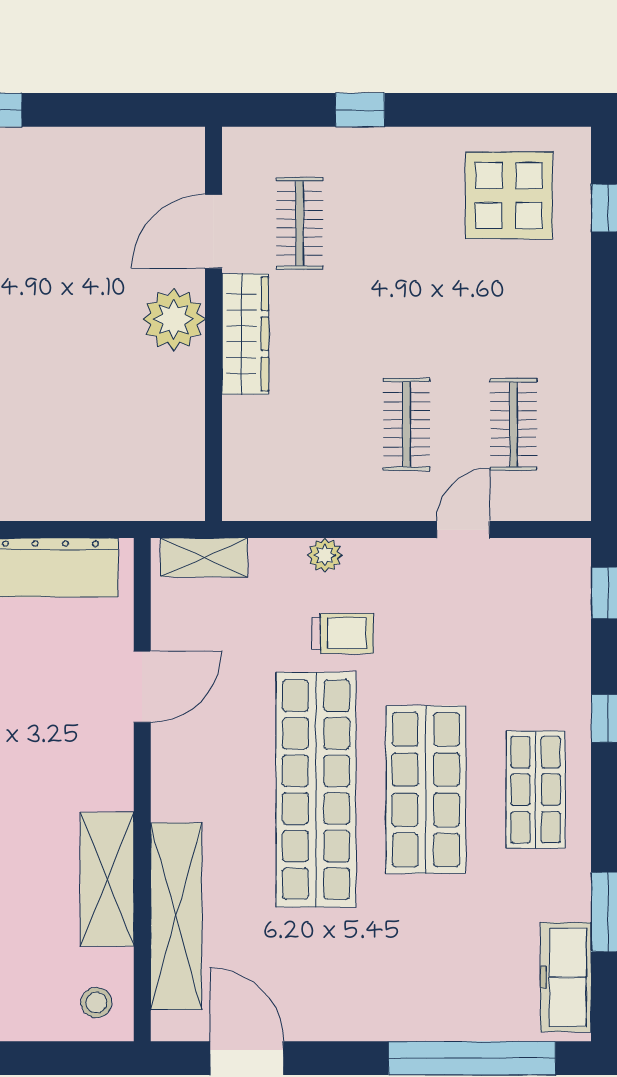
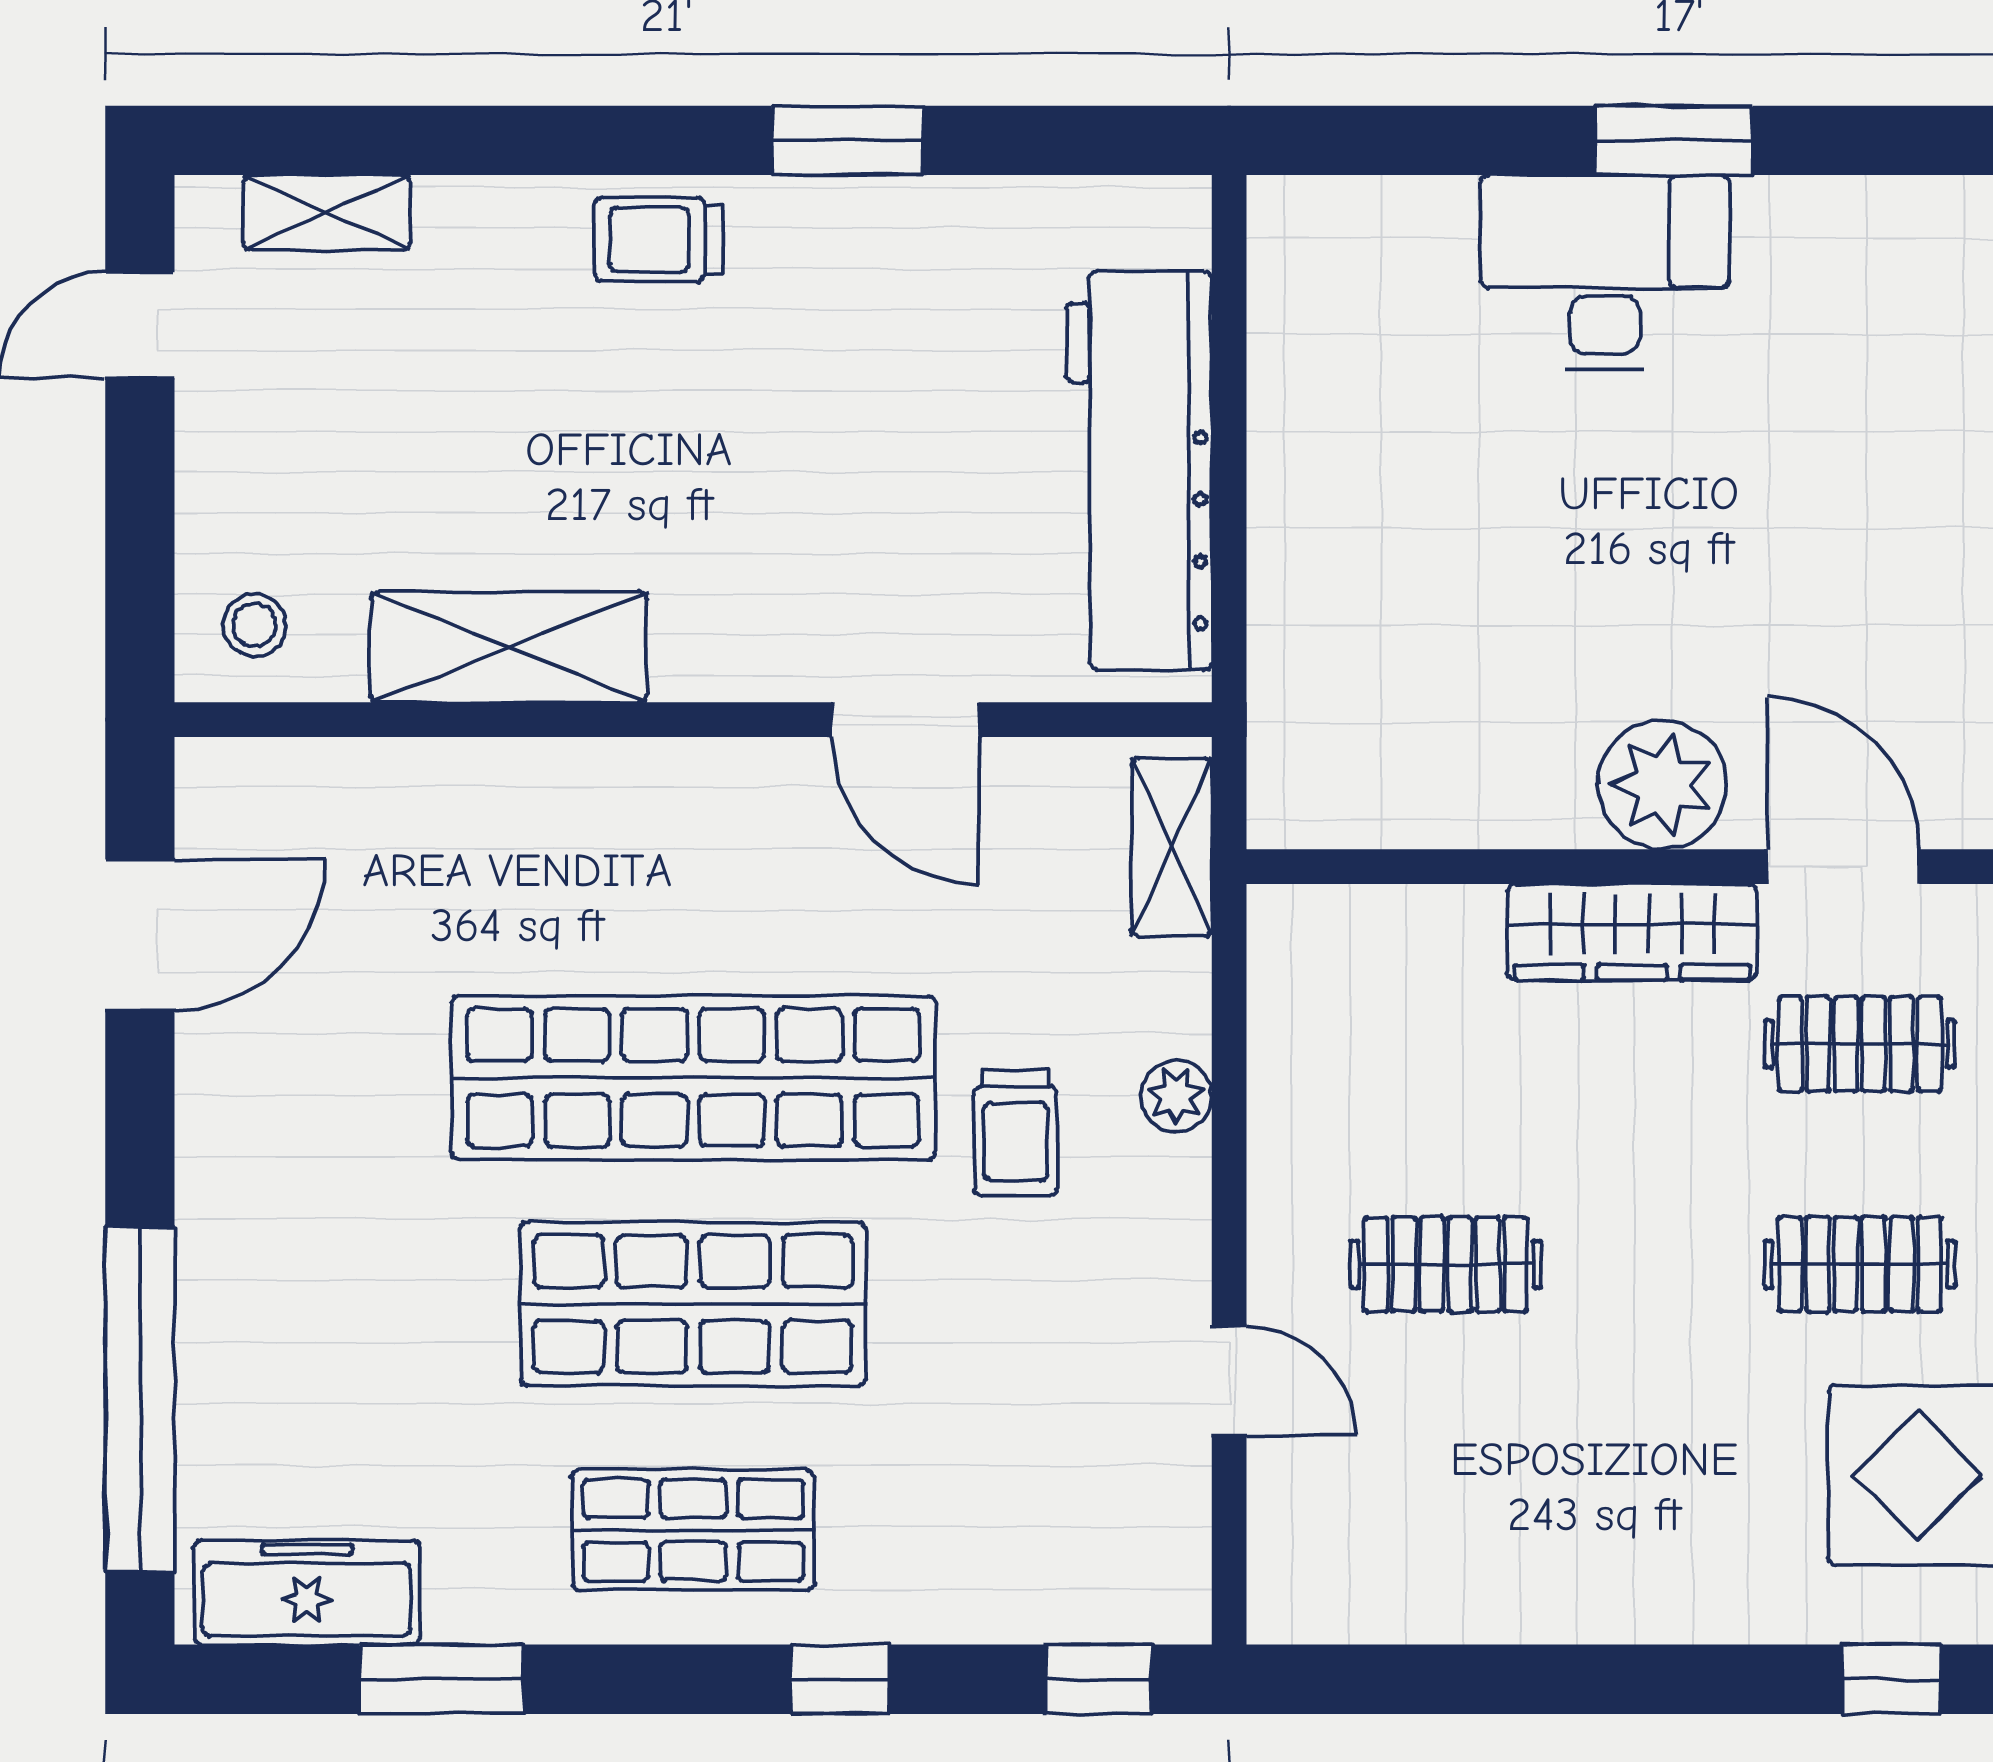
clothes rail: (513, 424) -> (1860, 1264), moved
shelving: (176, 916) -> (432, 789), removed

